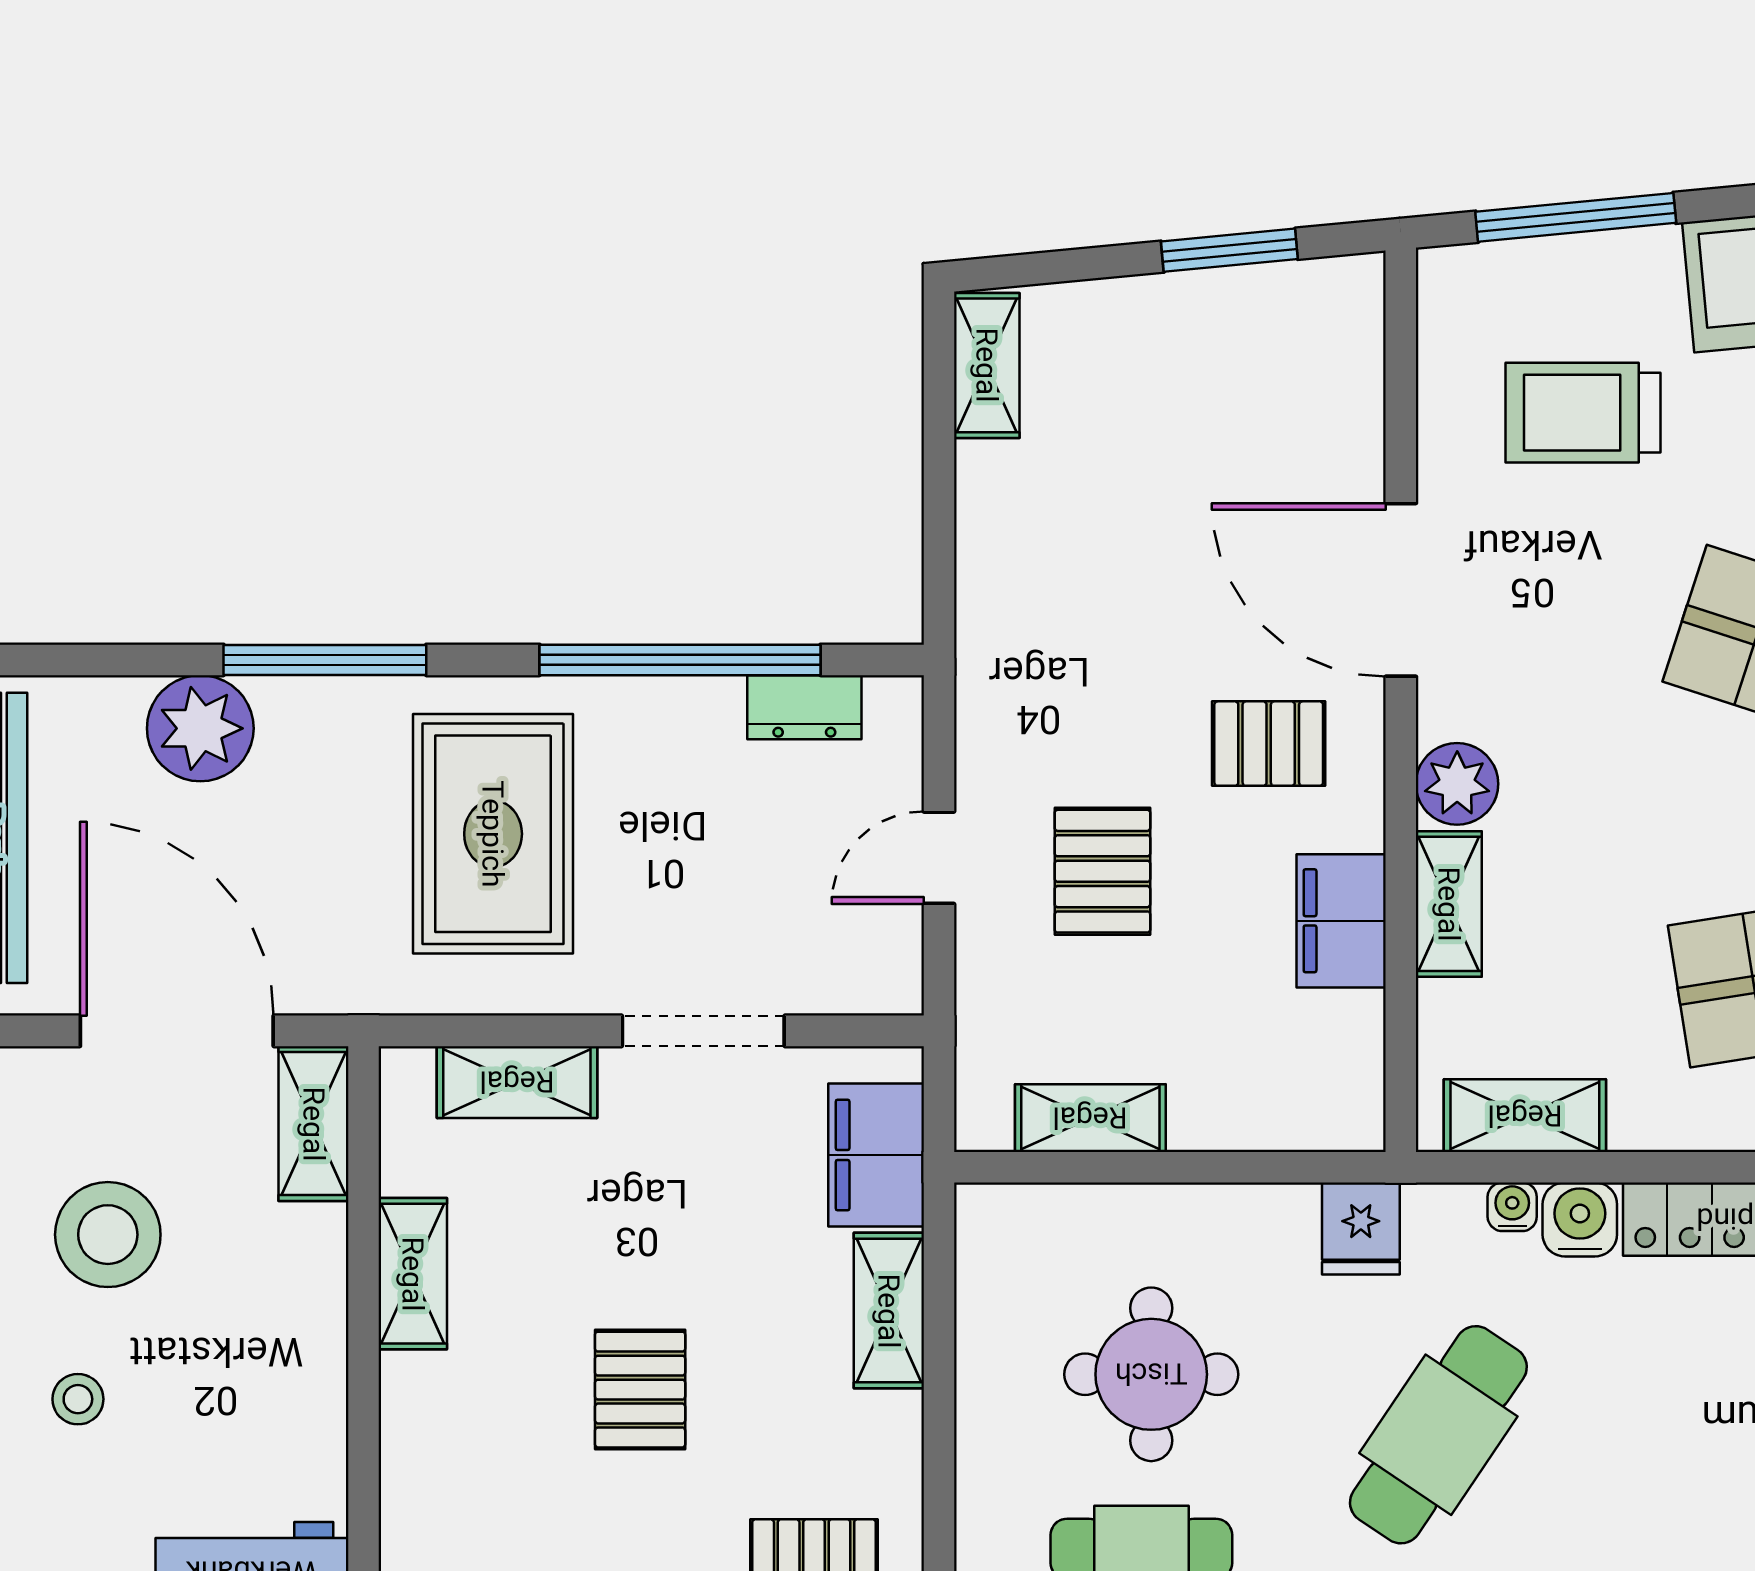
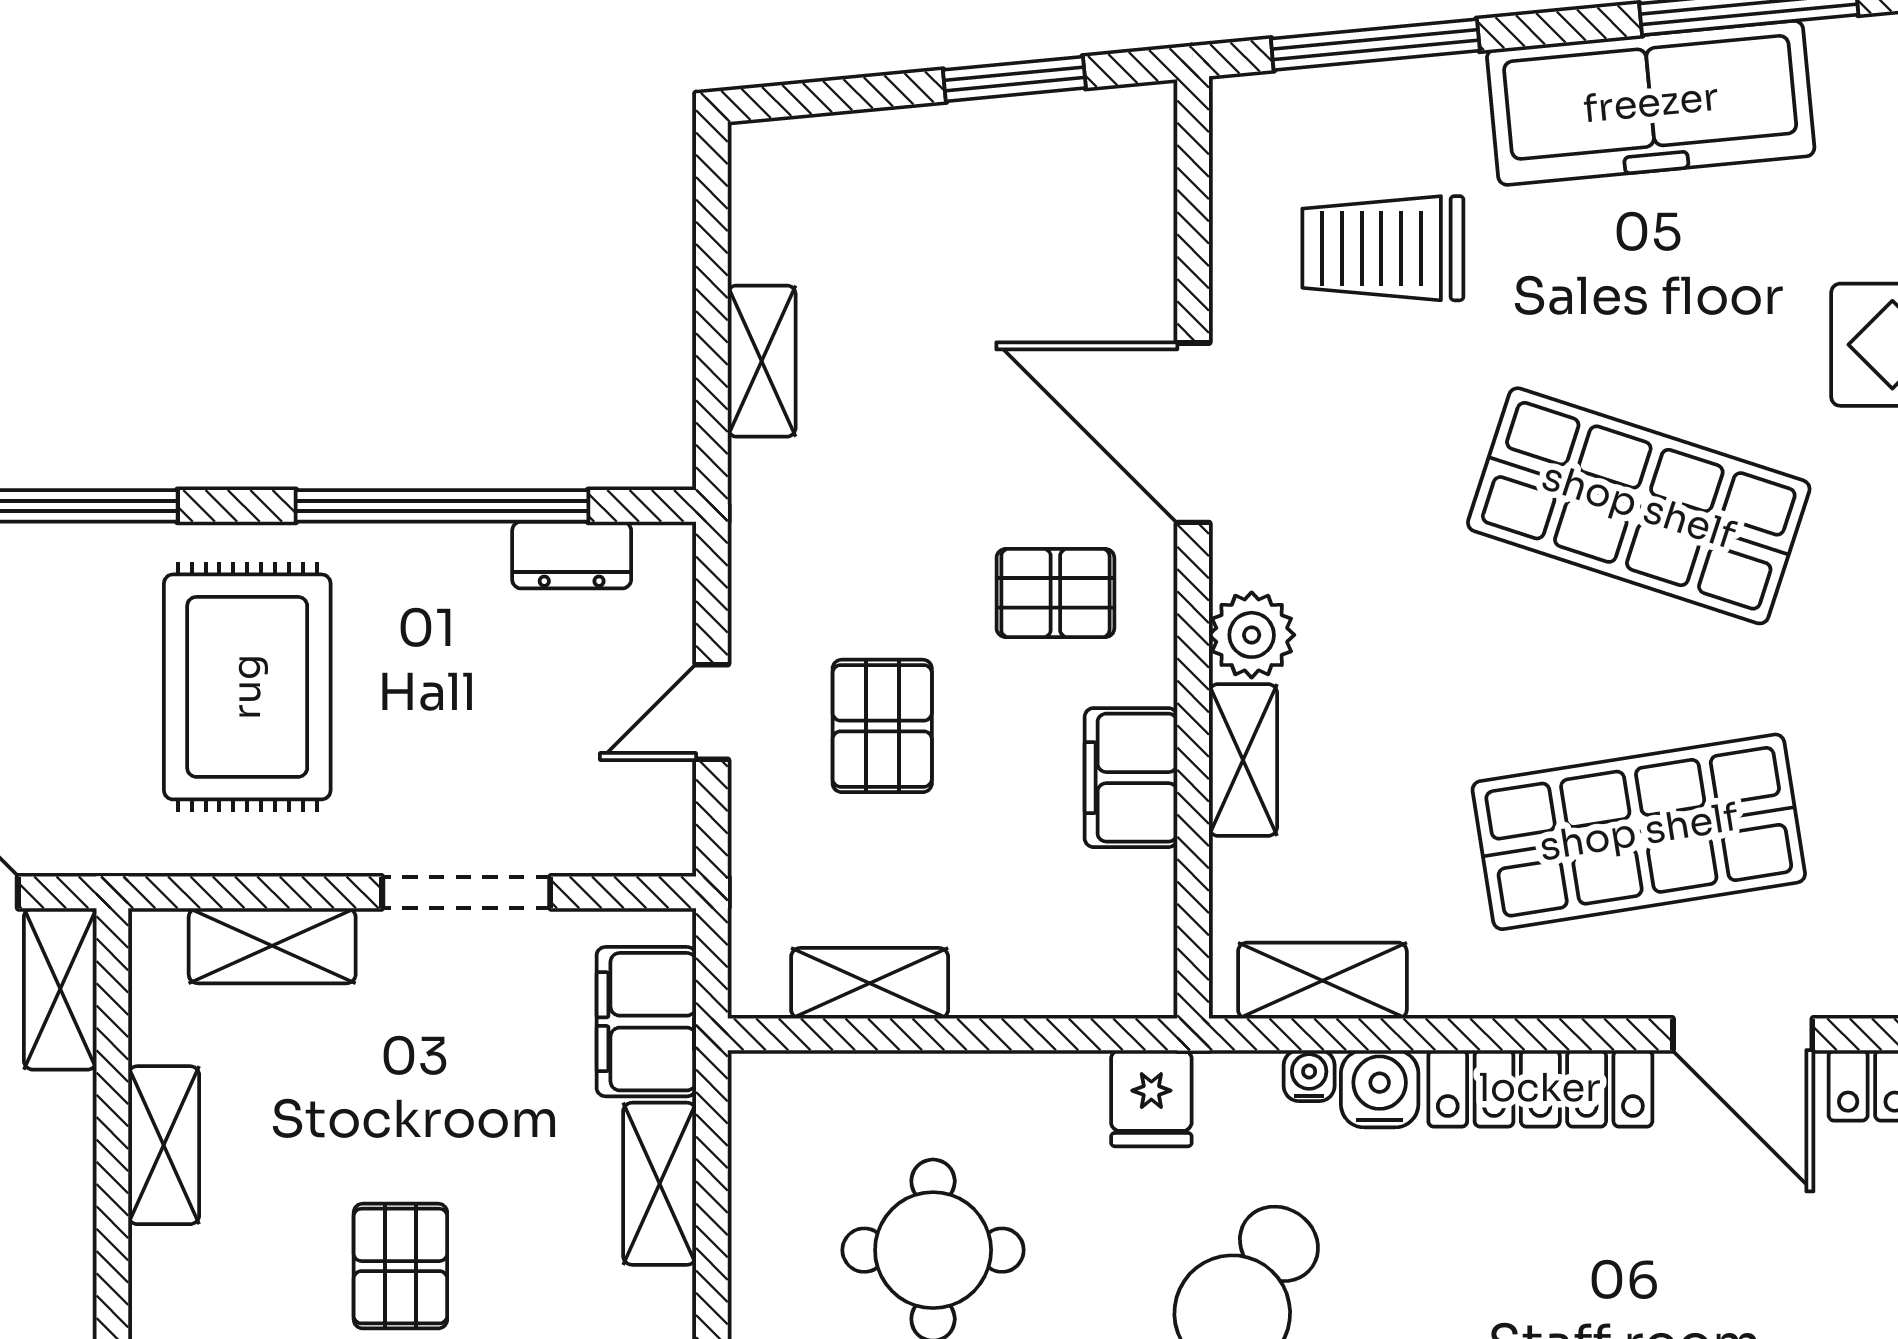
shelving: (987, 365) -> (762, 361), moved

